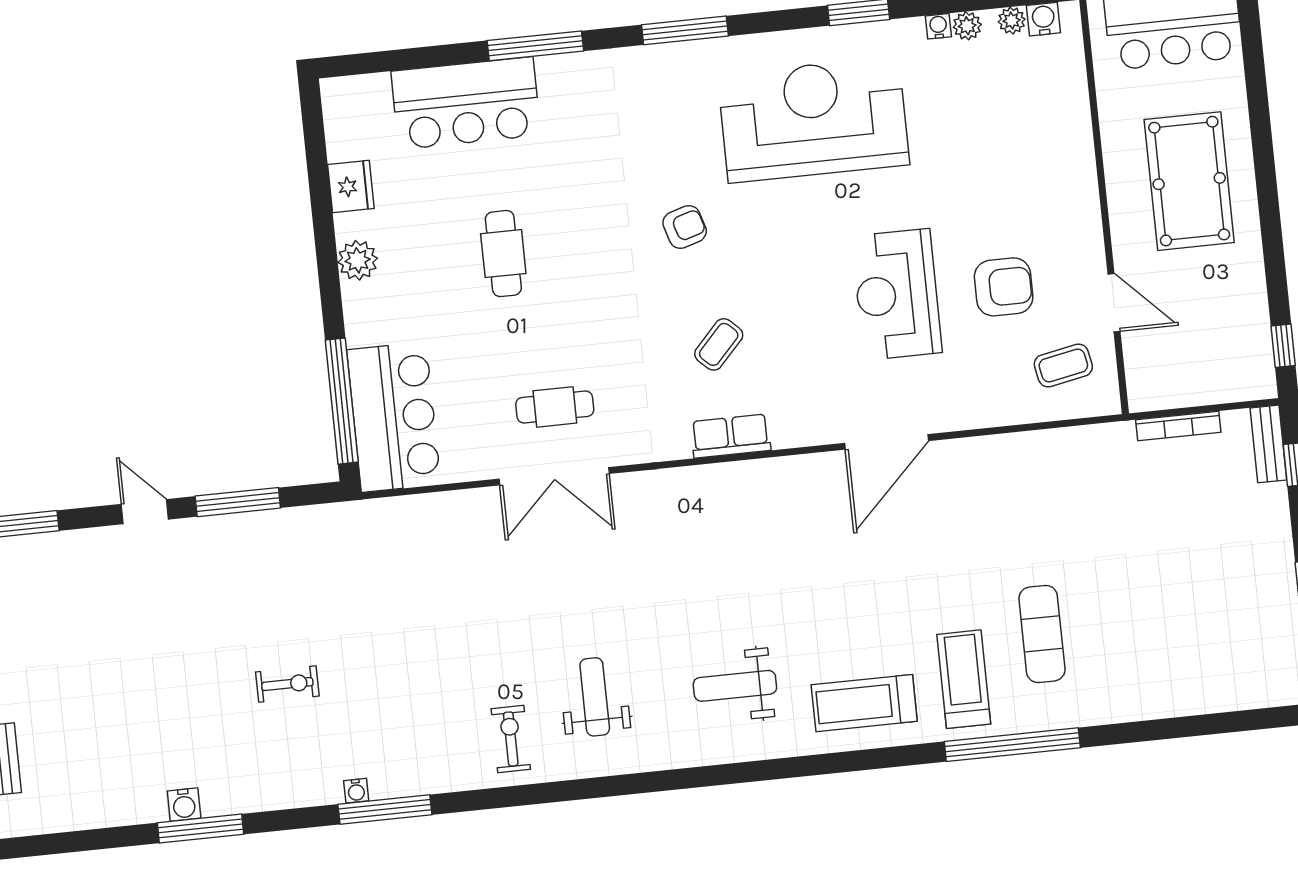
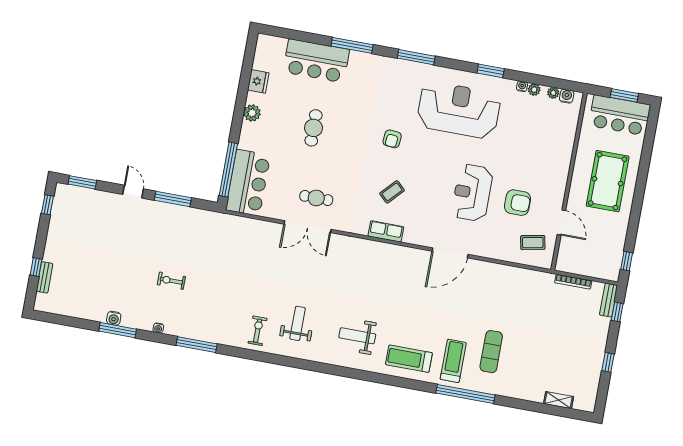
armchair: (685, 227) -> (392, 139), turned 112
exercise bike: (287, 684) -> (171, 281), turned 180
shelving: (1223, 698) -> (559, 400), added
water cooler: (356, 791) -> (158, 328), moved

